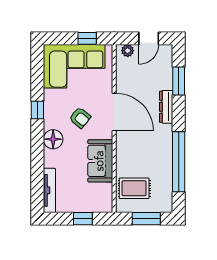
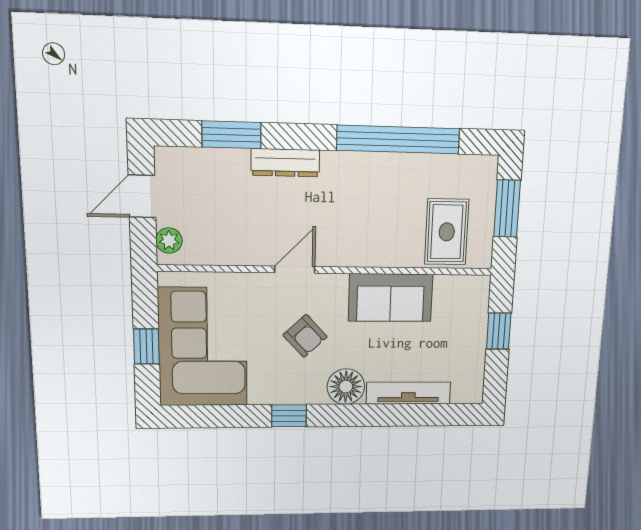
window: (87, 38) -> (146, 346), moved
door: (149, 38) -> (142, 196), swing flipped
door: (114, 112) -> (295, 270), width x0.53
armchair: (80, 118) -> (305, 336), turned 98
tv unit: (49, 190) -> (408, 393), moved

